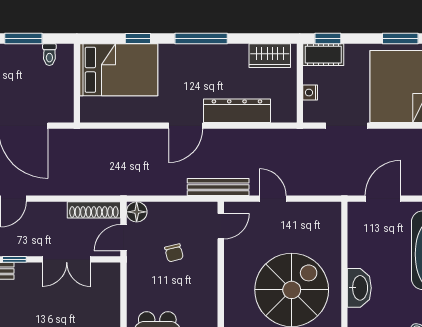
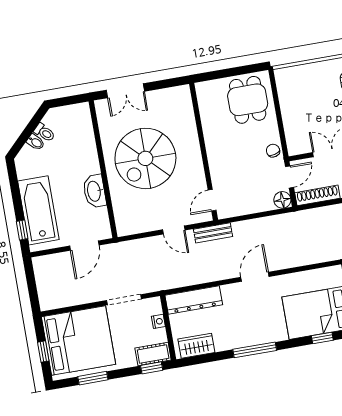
window: (138, 38) -> (322, 338), moved
dresser: (237, 111) -> (194, 300), moved
bench: (218, 187) -> (213, 233), width x0.73
chair: (174, 253) -> (273, 151), moved
washbasin: (359, 288) -> (94, 191), moved

